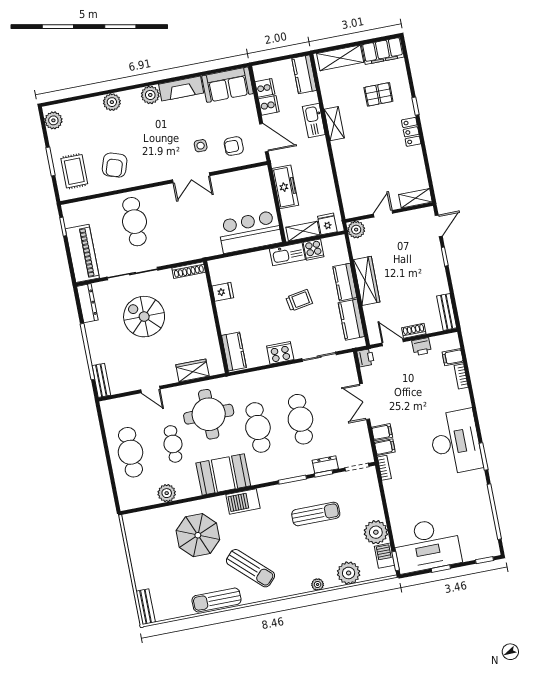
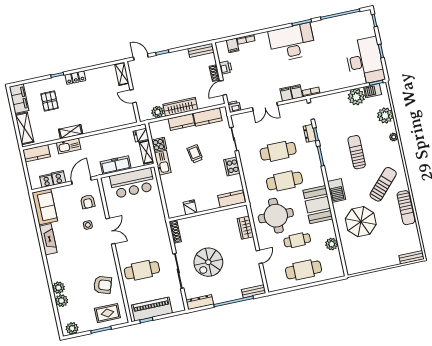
plant: (150, 95) -> (61, 301), moved
plant: (356, 230) -> (158, 112), moved
bar counter: (250, 232) -> (132, 183), moved, turned -90
piano: (82, 253) -> (152, 309), moved
sun lounger: (316, 514) -> (357, 152), moved

